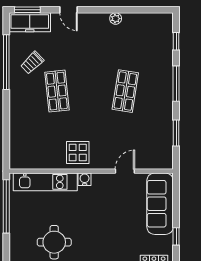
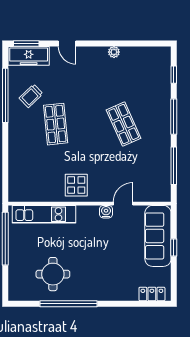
shop shelf: (125, 91) -> (124, 124), turned -33
window: (176, 133) -> (174, 166), width x1.44
water cooler: (85, 179) -> (106, 212), moved
window: (176, 236) -> (174, 247), moved

